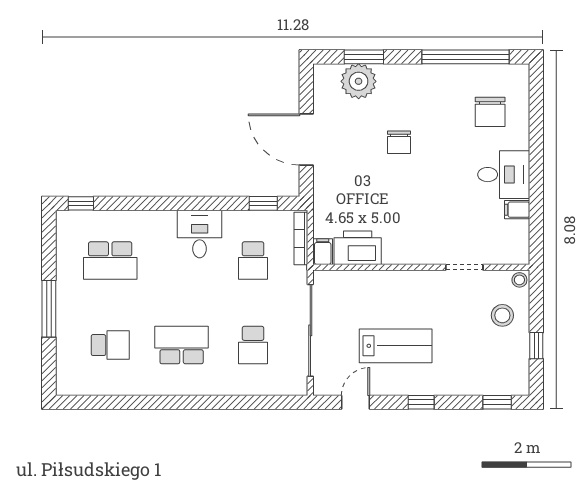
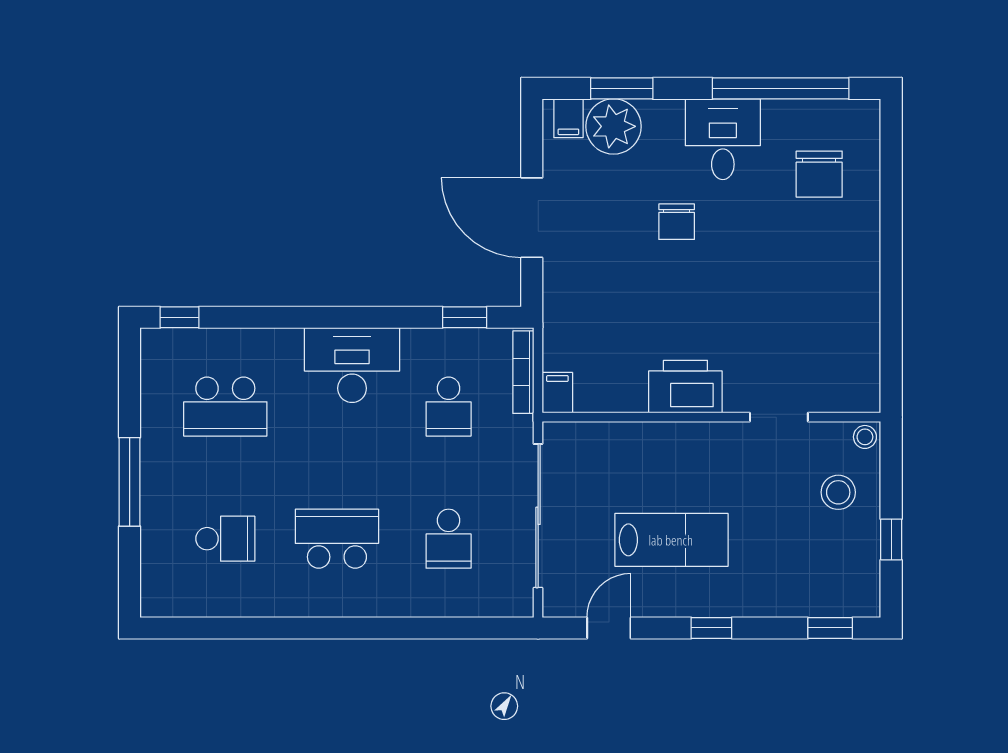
desk: (504, 175) -> (723, 139), moved, turned -90
filing cabinet: (517, 210) -> (568, 118), moved, turned -90
desk: (200, 234) -> (352, 365), width x1.37
printer: (358, 248) -> (685, 387), moved

